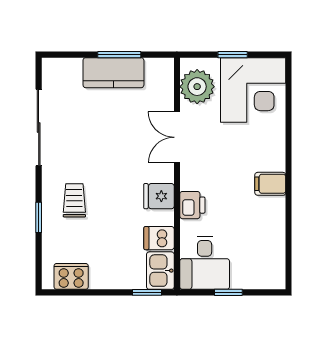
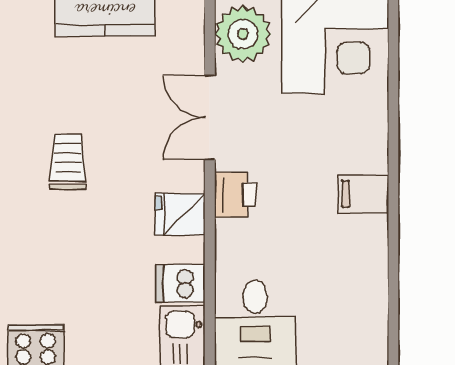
trolley: (74, 200) -> (68, 162), moved
printer: (192, 205) -> (235, 195), moved

